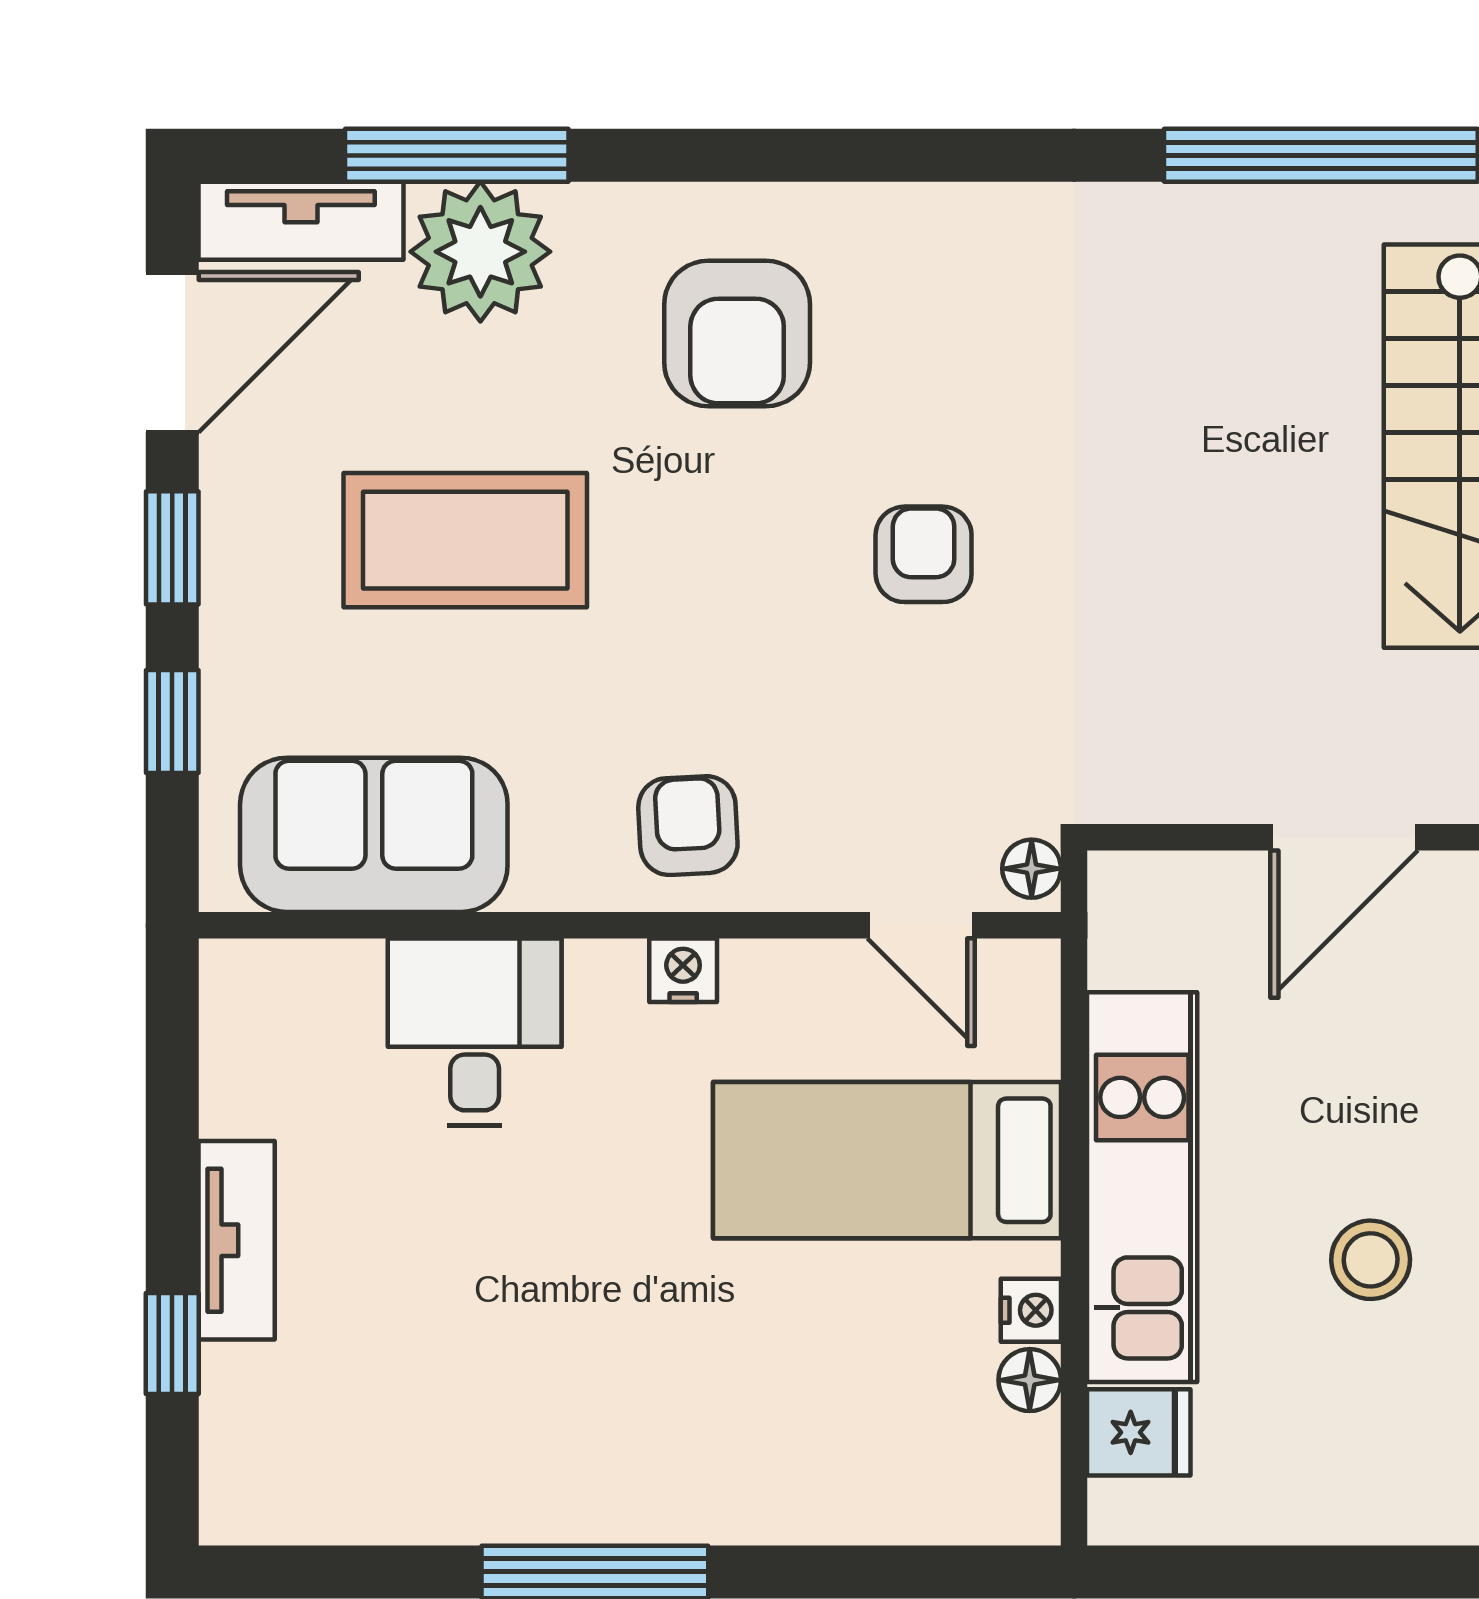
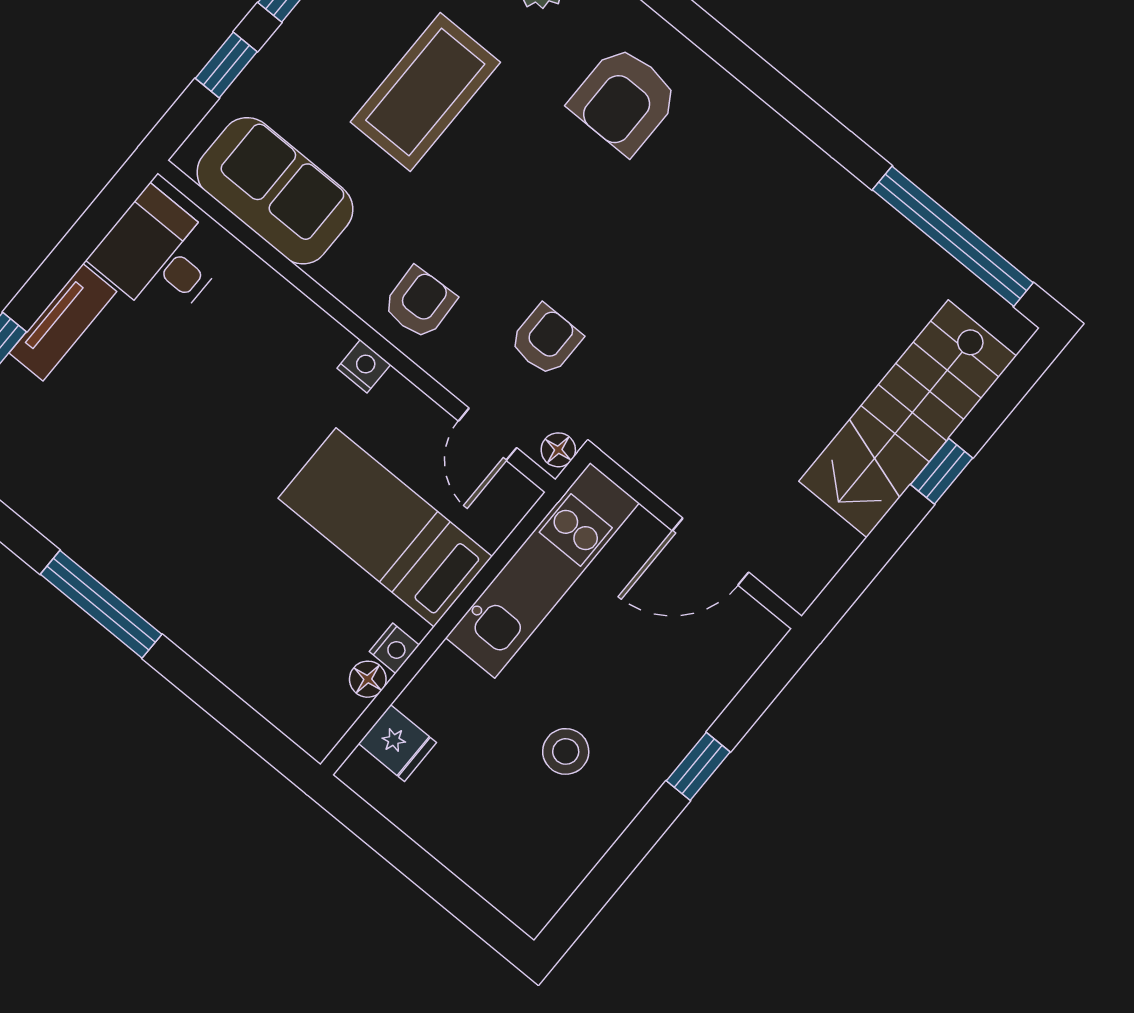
coffee table: (465, 540) -> (425, 92), turned 90
armchair: (924, 554) -> (546, 340), moved
desk: (475, 1032) -> (159, 256), moved, turned -90
kitchen unit: (1142, 1187) -> (542, 570), moved

